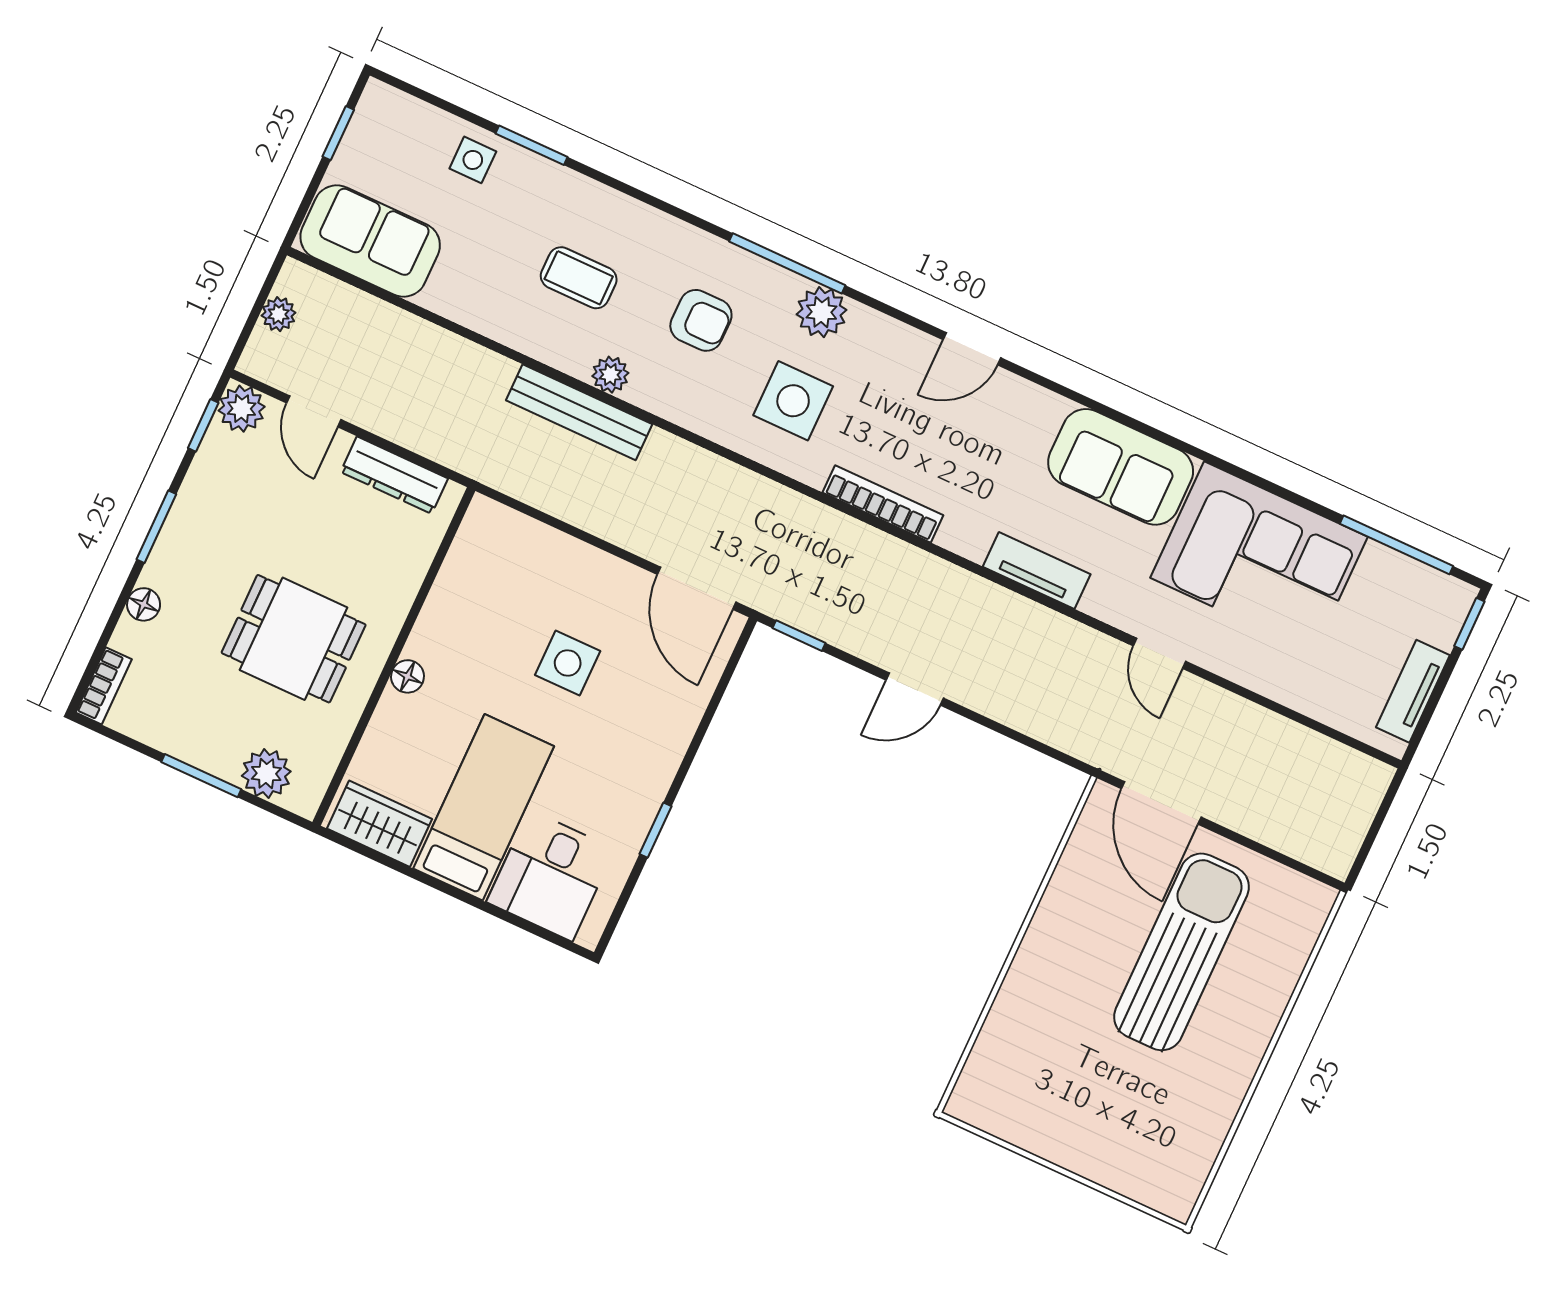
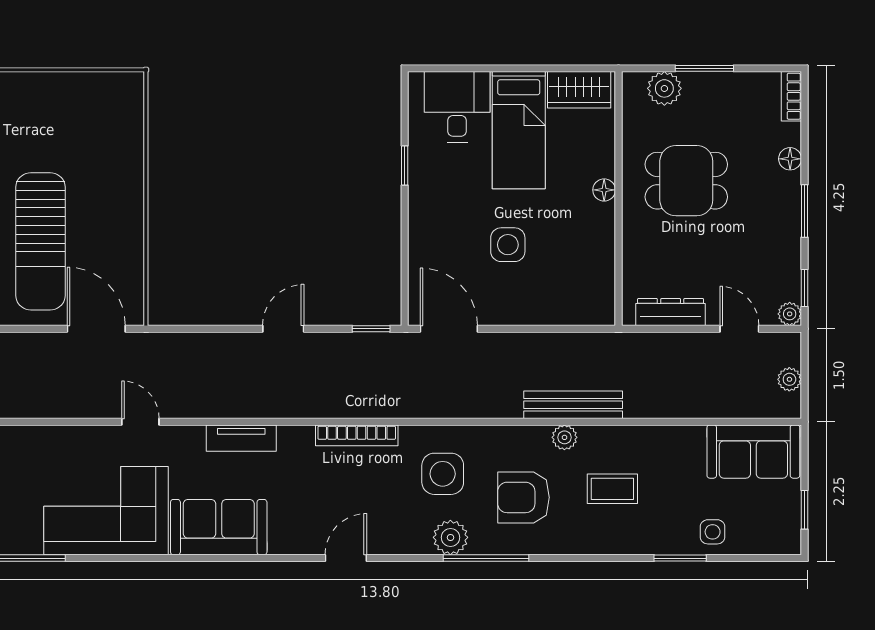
armchair: (701, 320) -> (523, 497), width x1.38, depth x1.38
plant: (242, 409) -> (790, 314), width x0.73, depth x0.73

